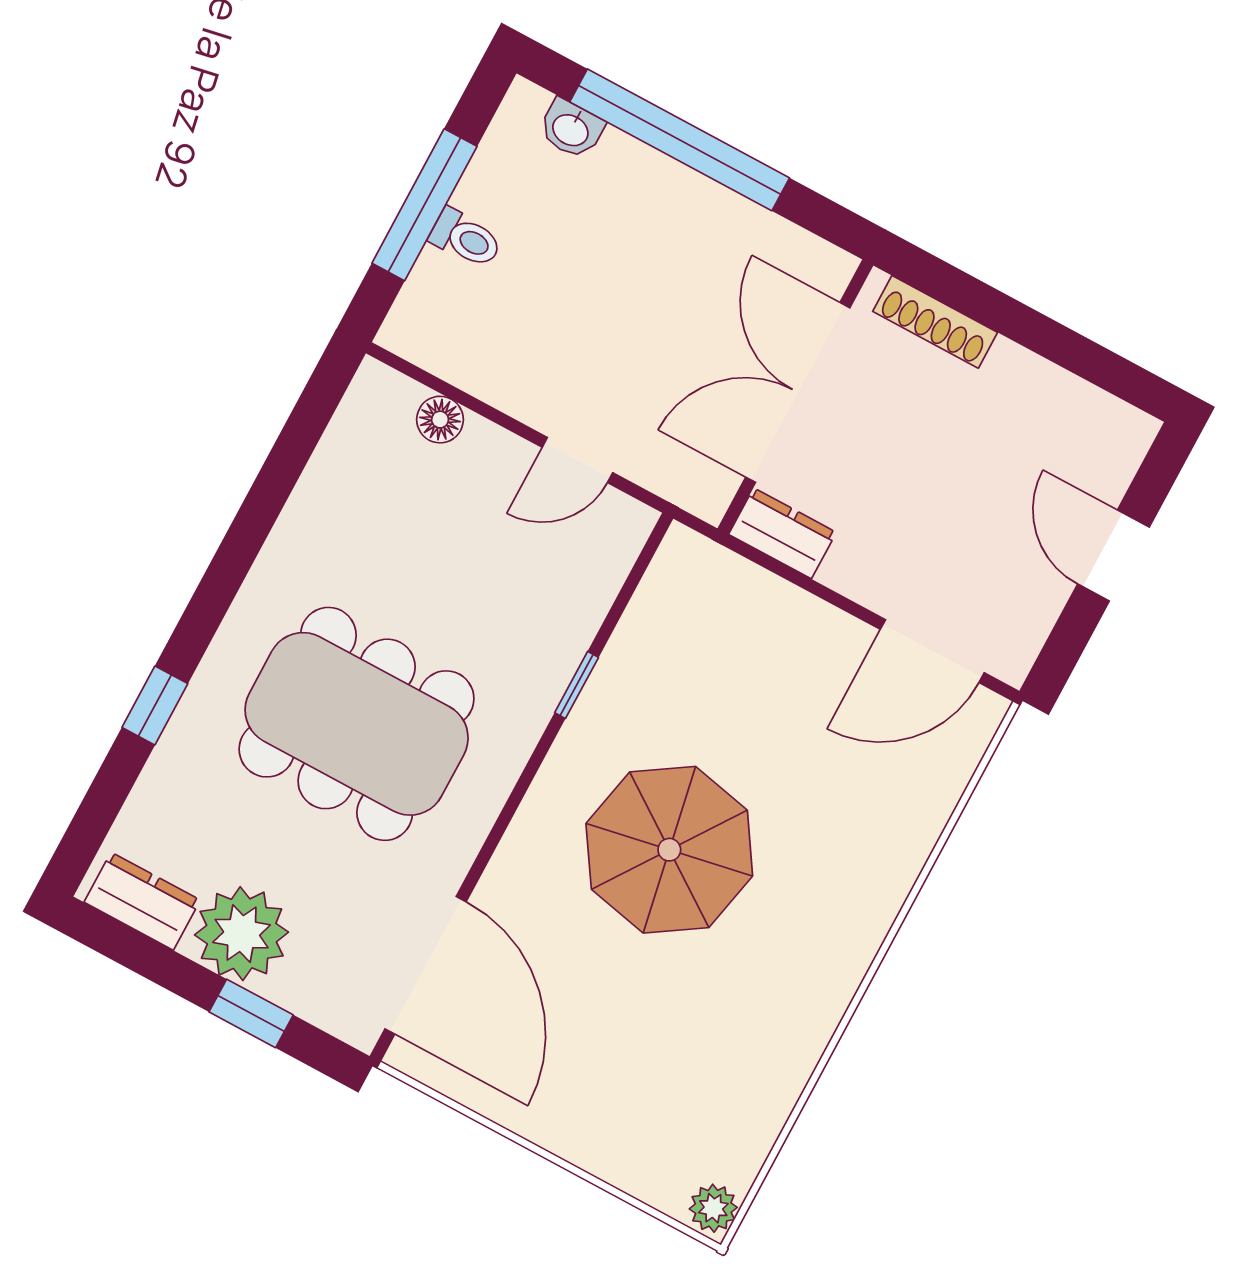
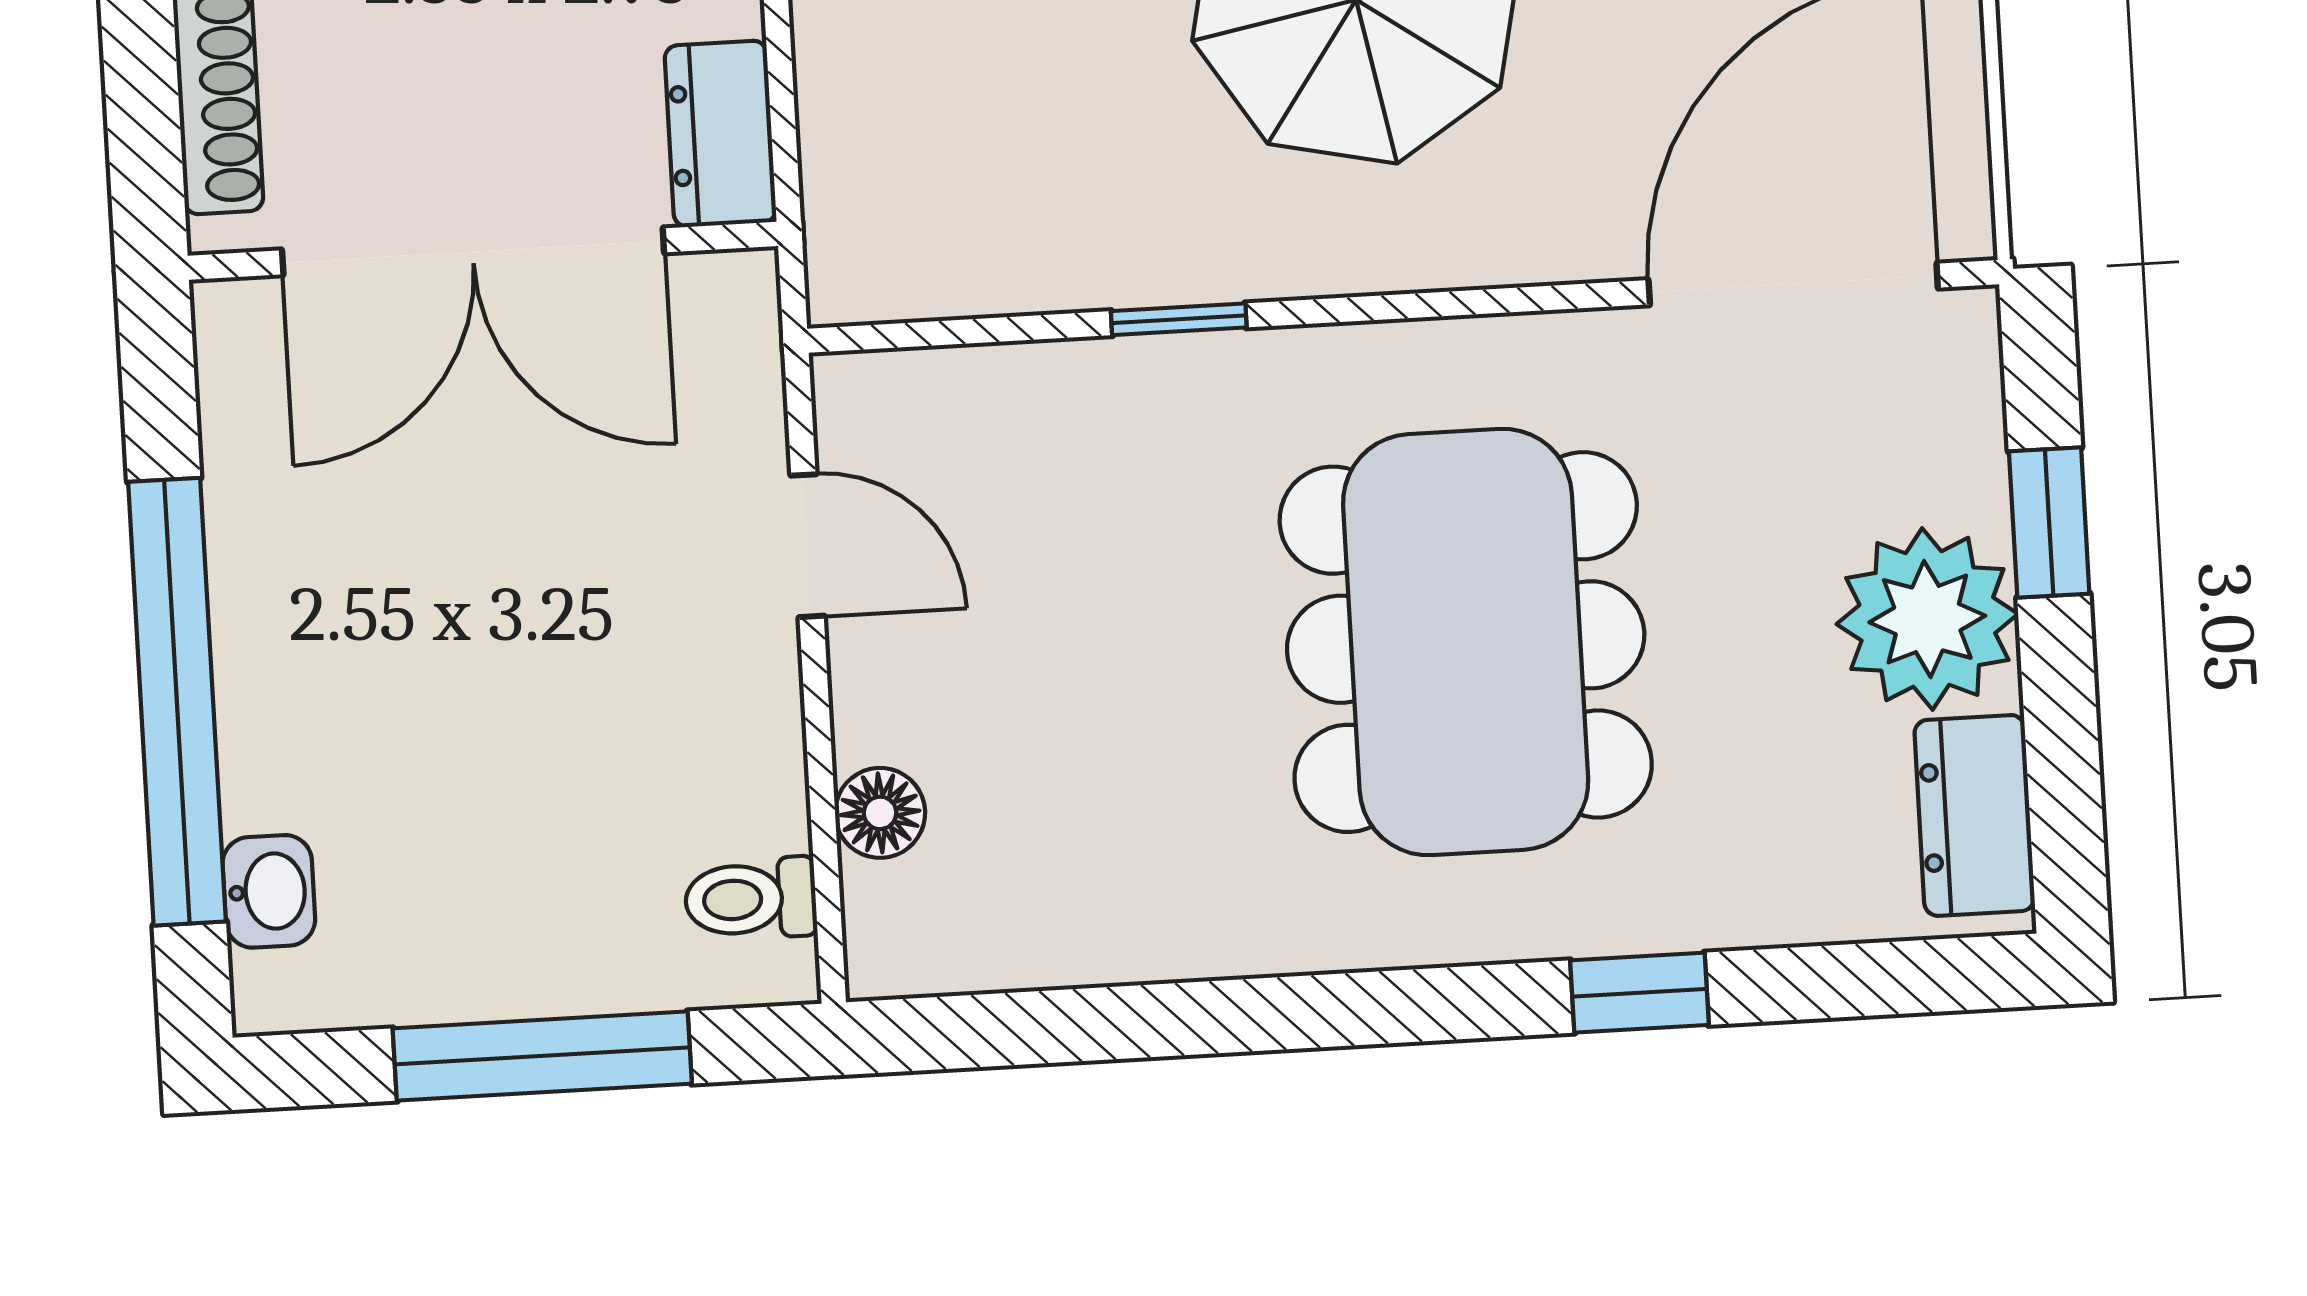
toilet: (466, 238) -> (751, 899), moved, turned -90

